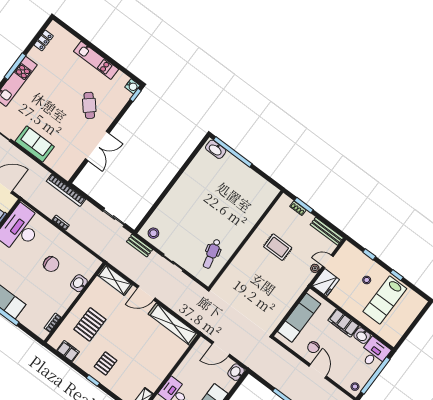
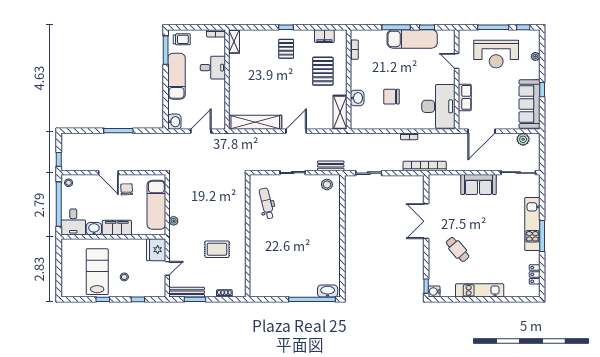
window: (304, 205) -> (195, 299), moved
plant: (315, 268) -> (174, 221), moved
shelving: (115, 280) -> (340, 112), moved, turned 90

